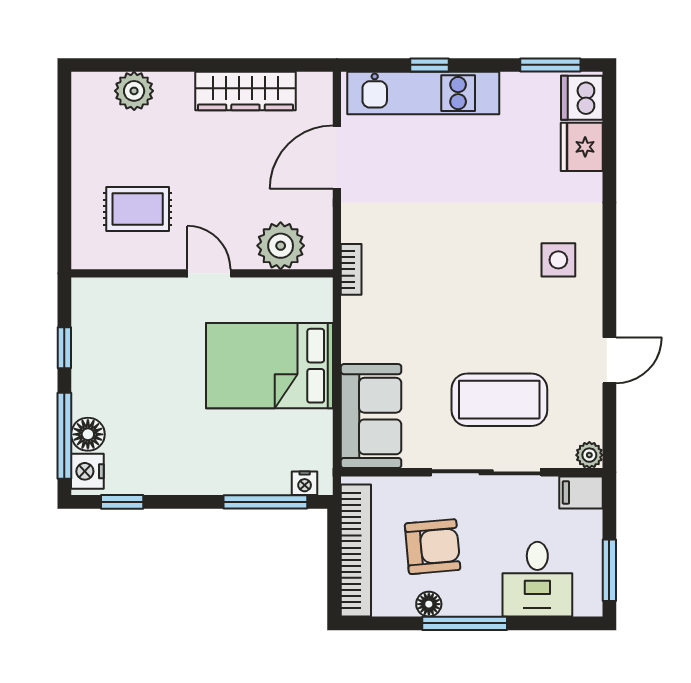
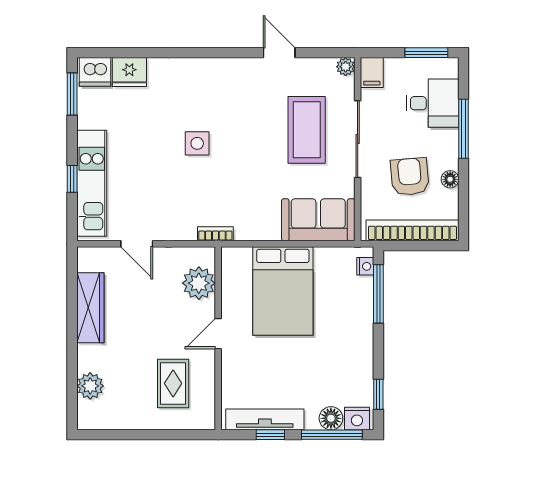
door: (337, 157) -> (137, 244), width x0.73
side table: (558, 260) -> (197, 143), moved
tv unit: (86, 340) -> (265, 419), added
window: (465, 623) -> (464, 129), moved

